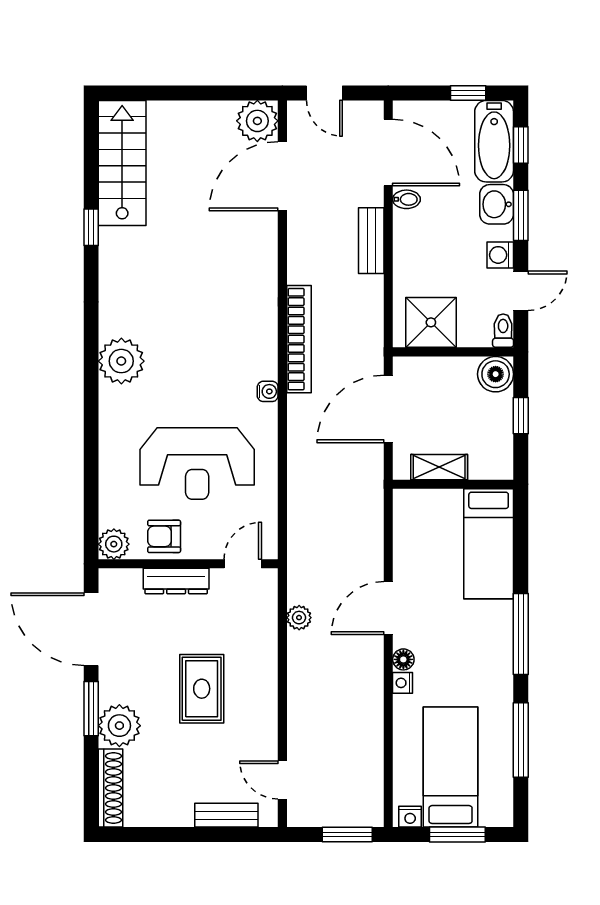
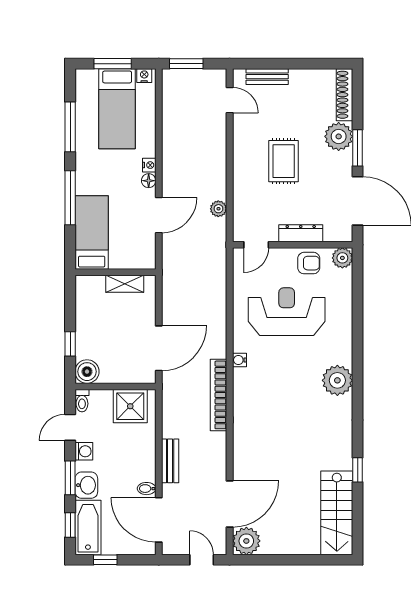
shelving: (439, 467) -> (125, 284), moved
wall: (453, 484) -> (115, 272), moved
bed: (489, 544) -> (92, 232), moved

